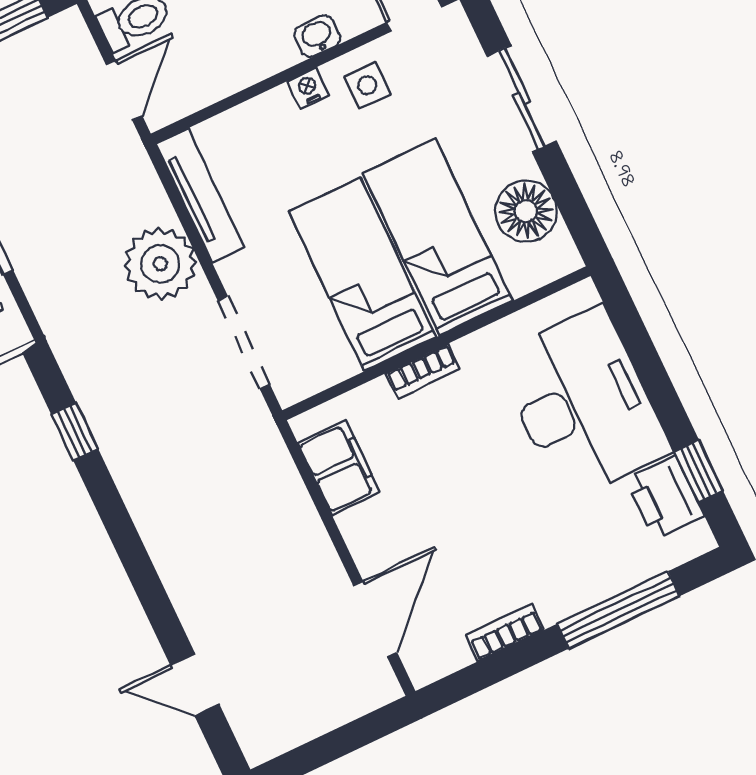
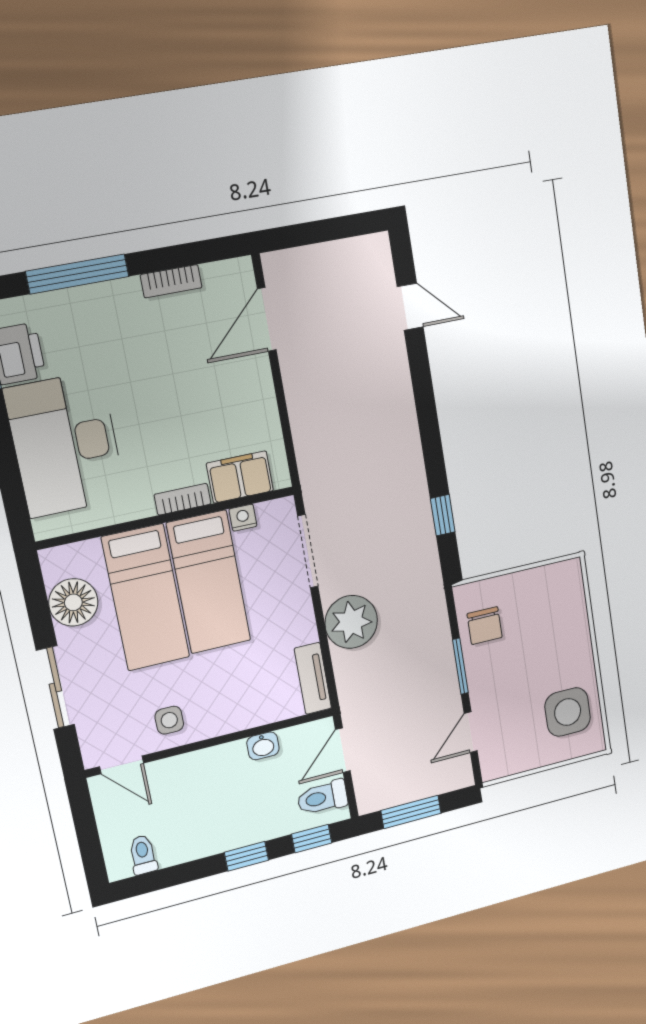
washbasin: (317, 36) -> (263, 746), moved
nightstand: (308, 88) -> (243, 518), moved, turned 180
tv unit: (200, 196) -> (313, 678), width x0.71
filing cabinet: (339, 468) -> (240, 477), moved, turned 90

